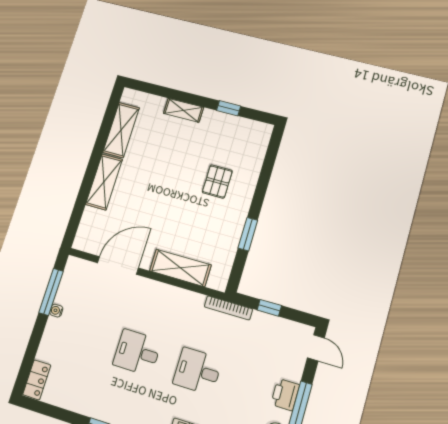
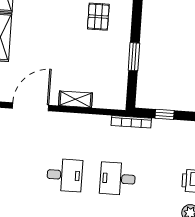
shelving: (180, 268) -> (76, 99), width x0.67, depth x0.75
desk: (137, 352) -> (65, 175), turned 180

